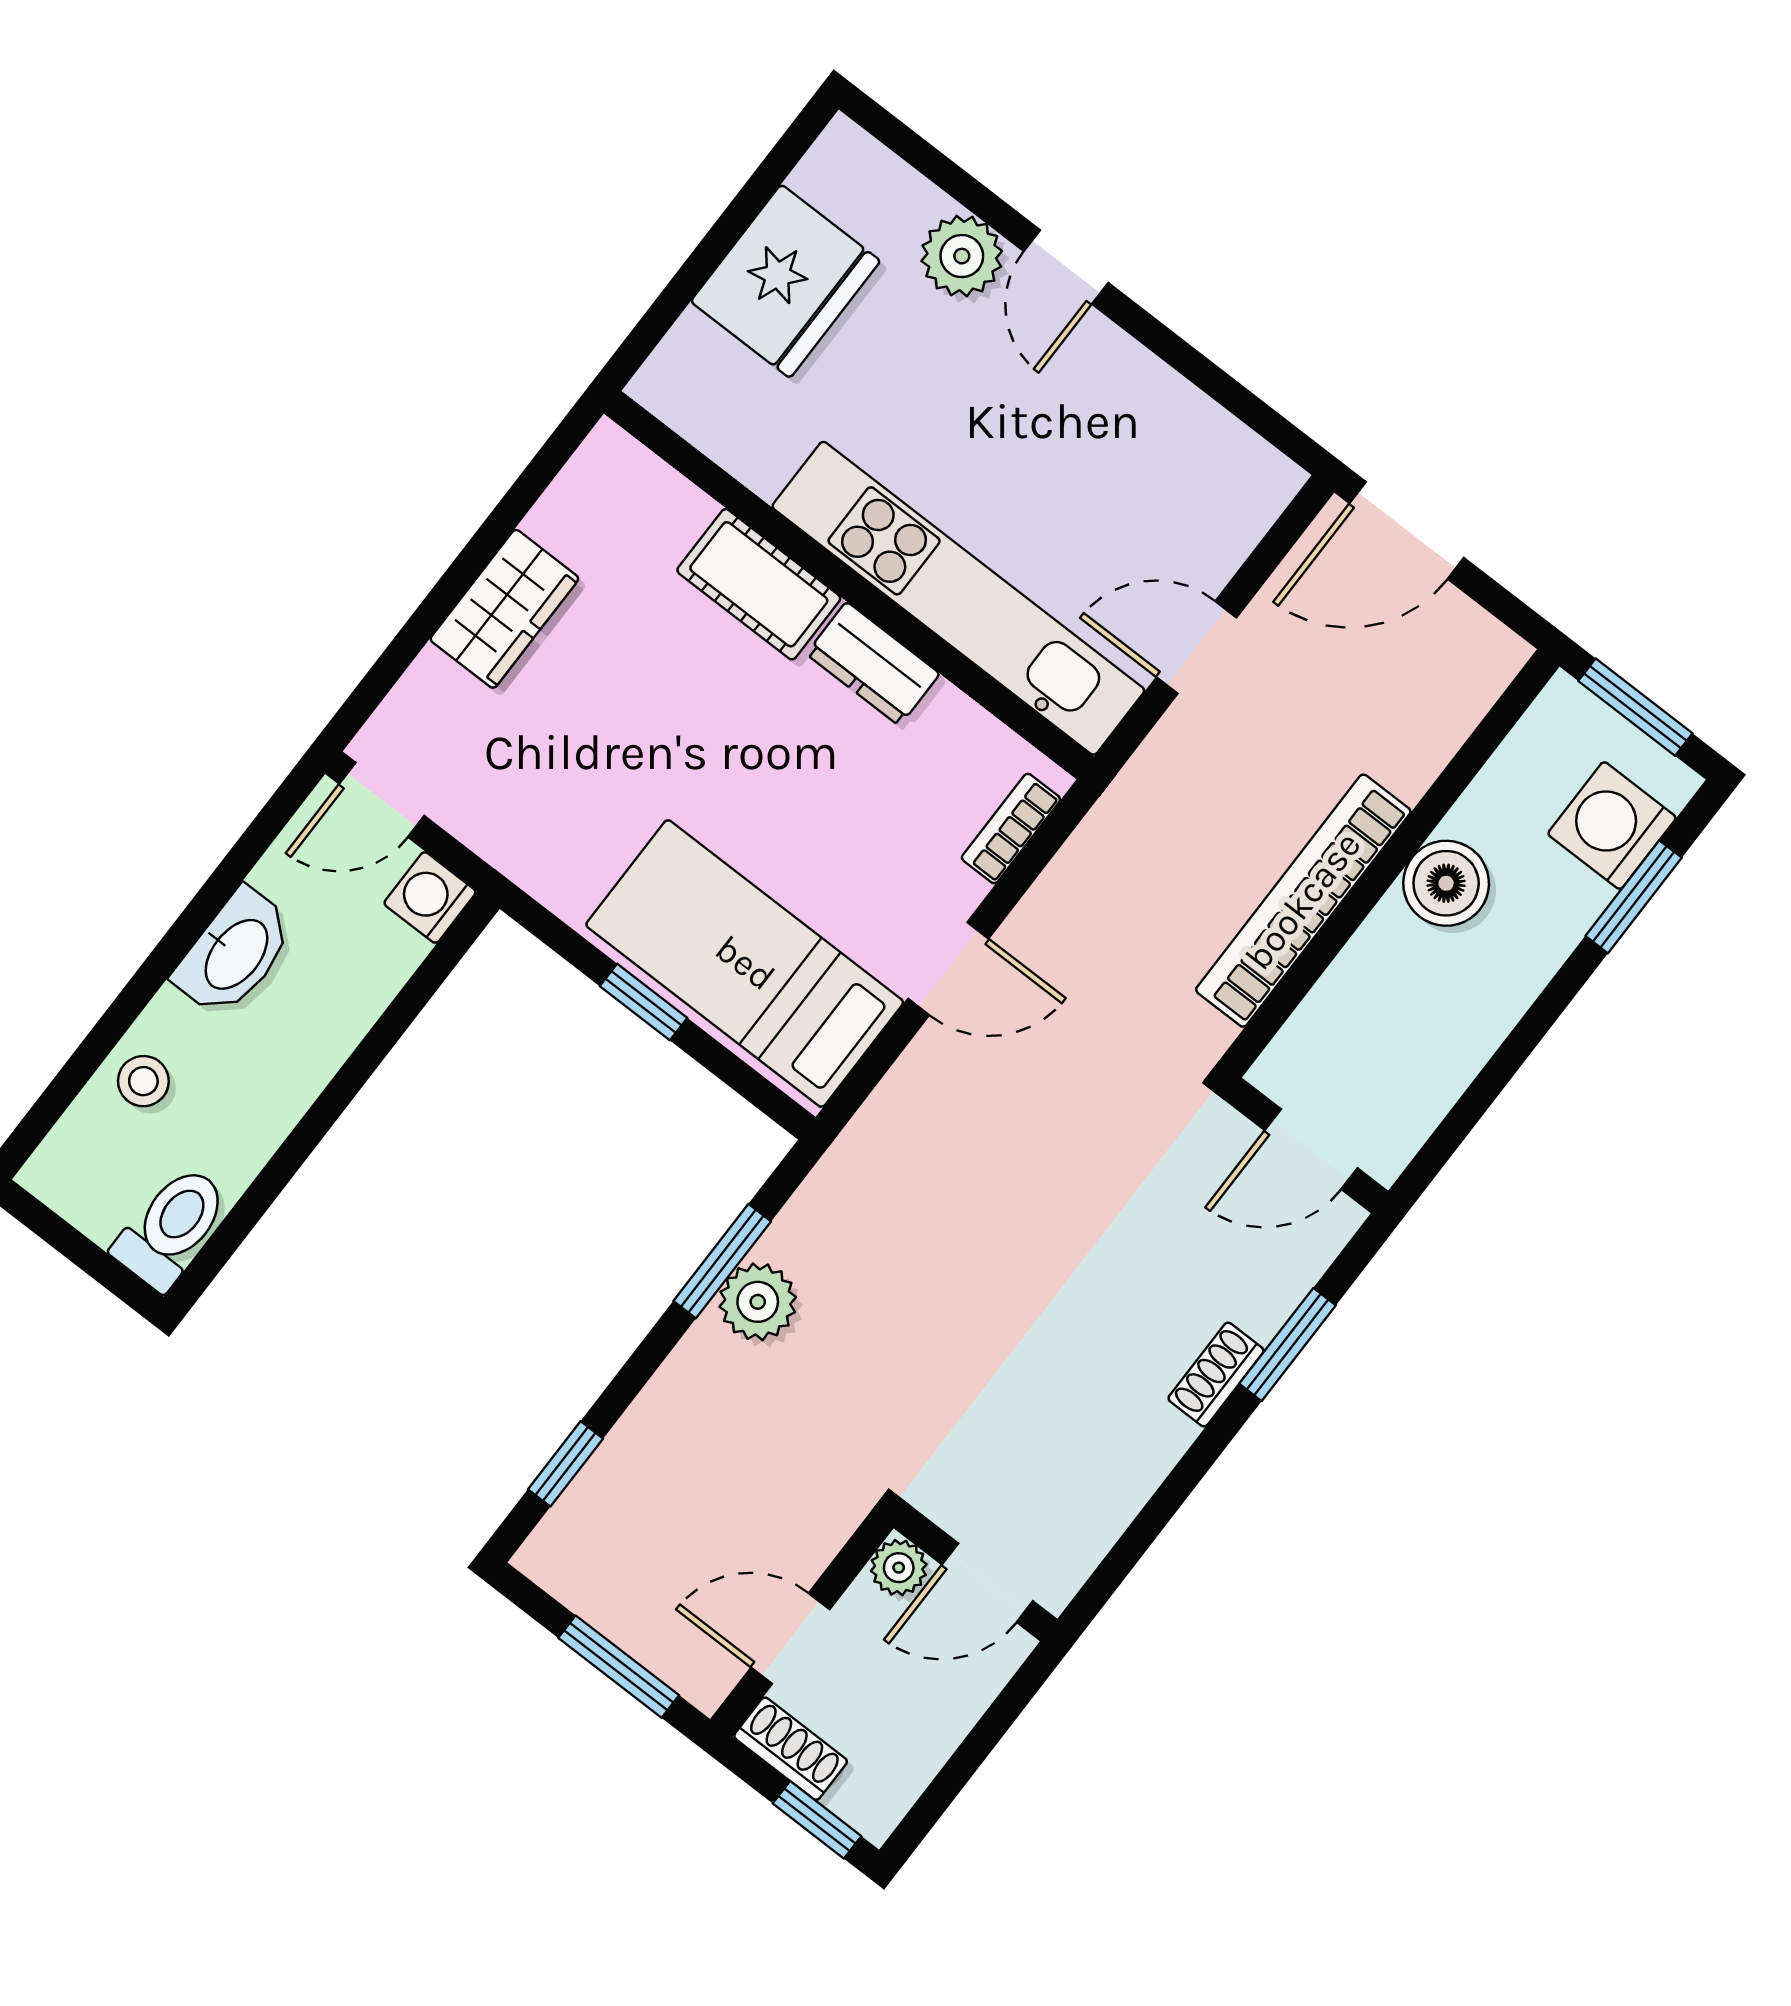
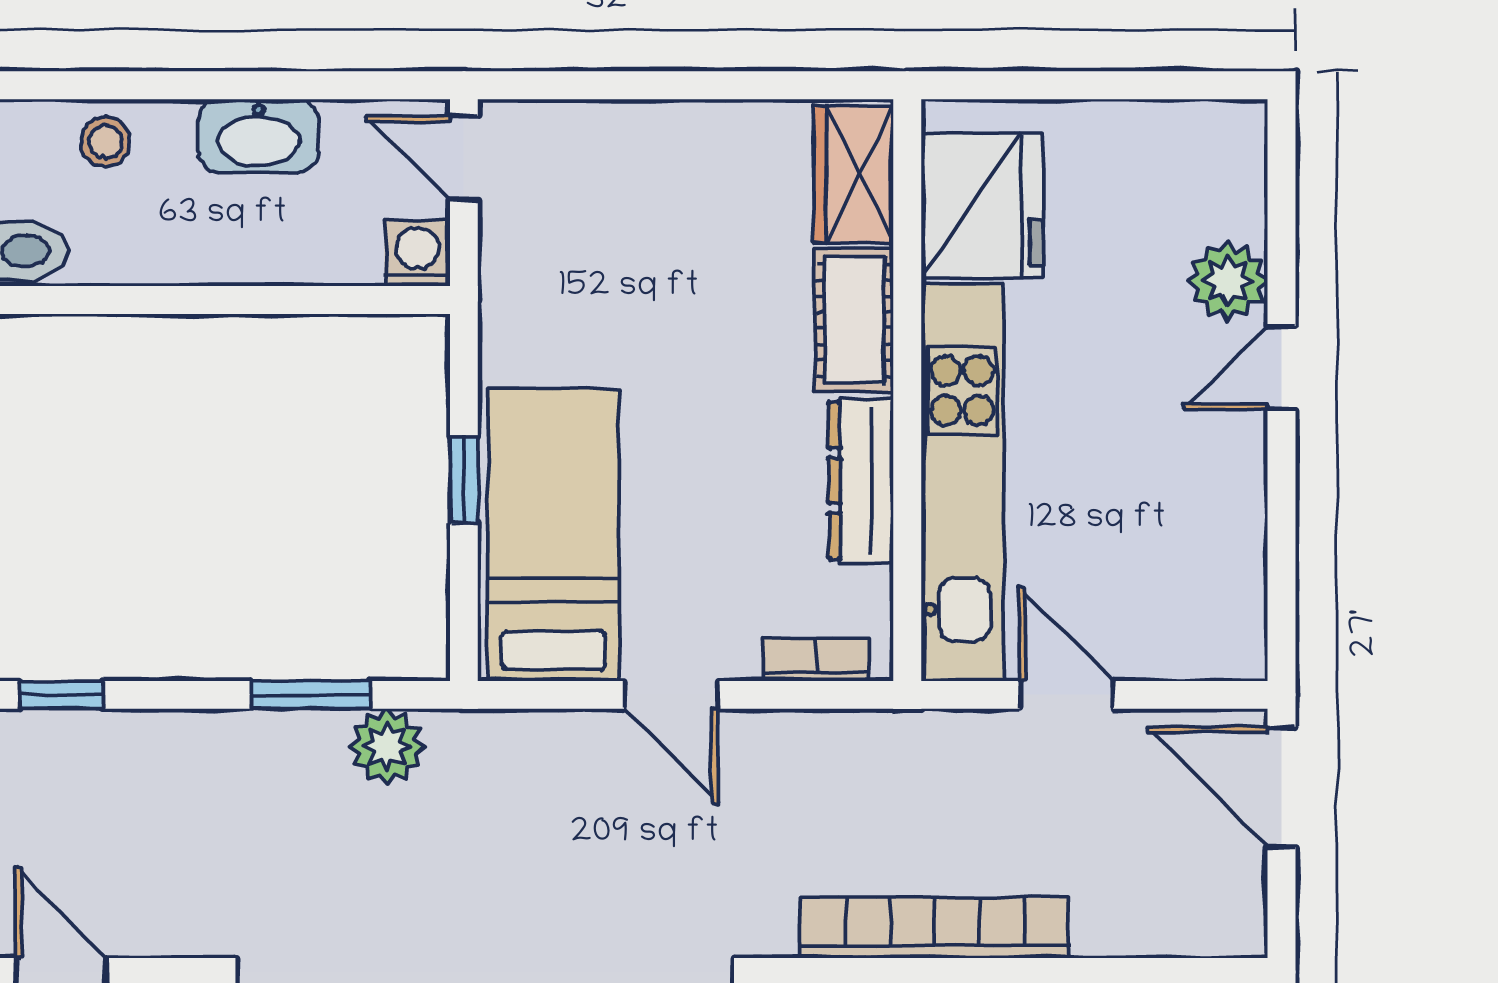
fridge: (786, 281) -> (982, 205), moved, turned -90
wardrobe: (504, 609) -> (854, 174), moved, turned 90
dresser: (873, 664) -> (861, 481), width x1.44
plant: (758, 1302) -> (387, 746), moved

